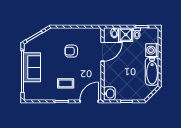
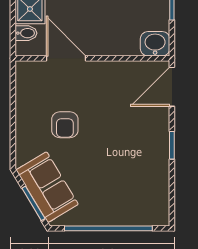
sofa: (32, 67) -> (47, 187), moved, turned 59
coffee table: (66, 83) -> (133, 137), removed
door: (89, 101) -> (172, 87), hinge flipped

